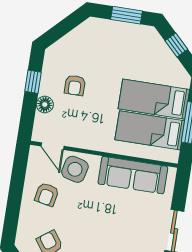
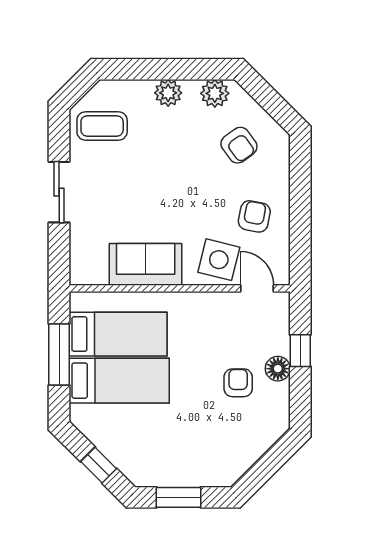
window: (33, 82) -> (300, 351), moved
floor lamp: (45, 105) -> (278, 369), moved
sofa: (133, 175) -> (146, 264), width x0.73

